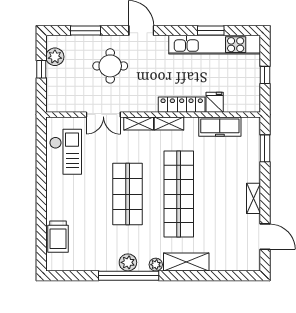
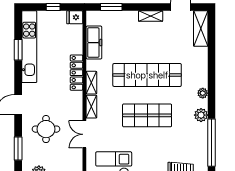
fridge: (215, 102) -> (75, 17), moved
double door: (103, 115) -> (84, 134), swing flipped
shelving: (186, 262) -> (201, 29), moved
window: (129, 276) -> (212, 143), moved

